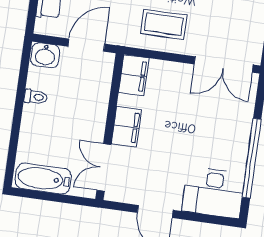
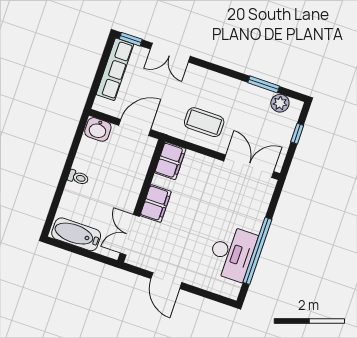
double door: (224, 64) -> (249, 166), swing flipped
toilet: (36, 97) -> (78, 177), moved
desk: (213, 193) -> (232, 253), moved, turned -90

